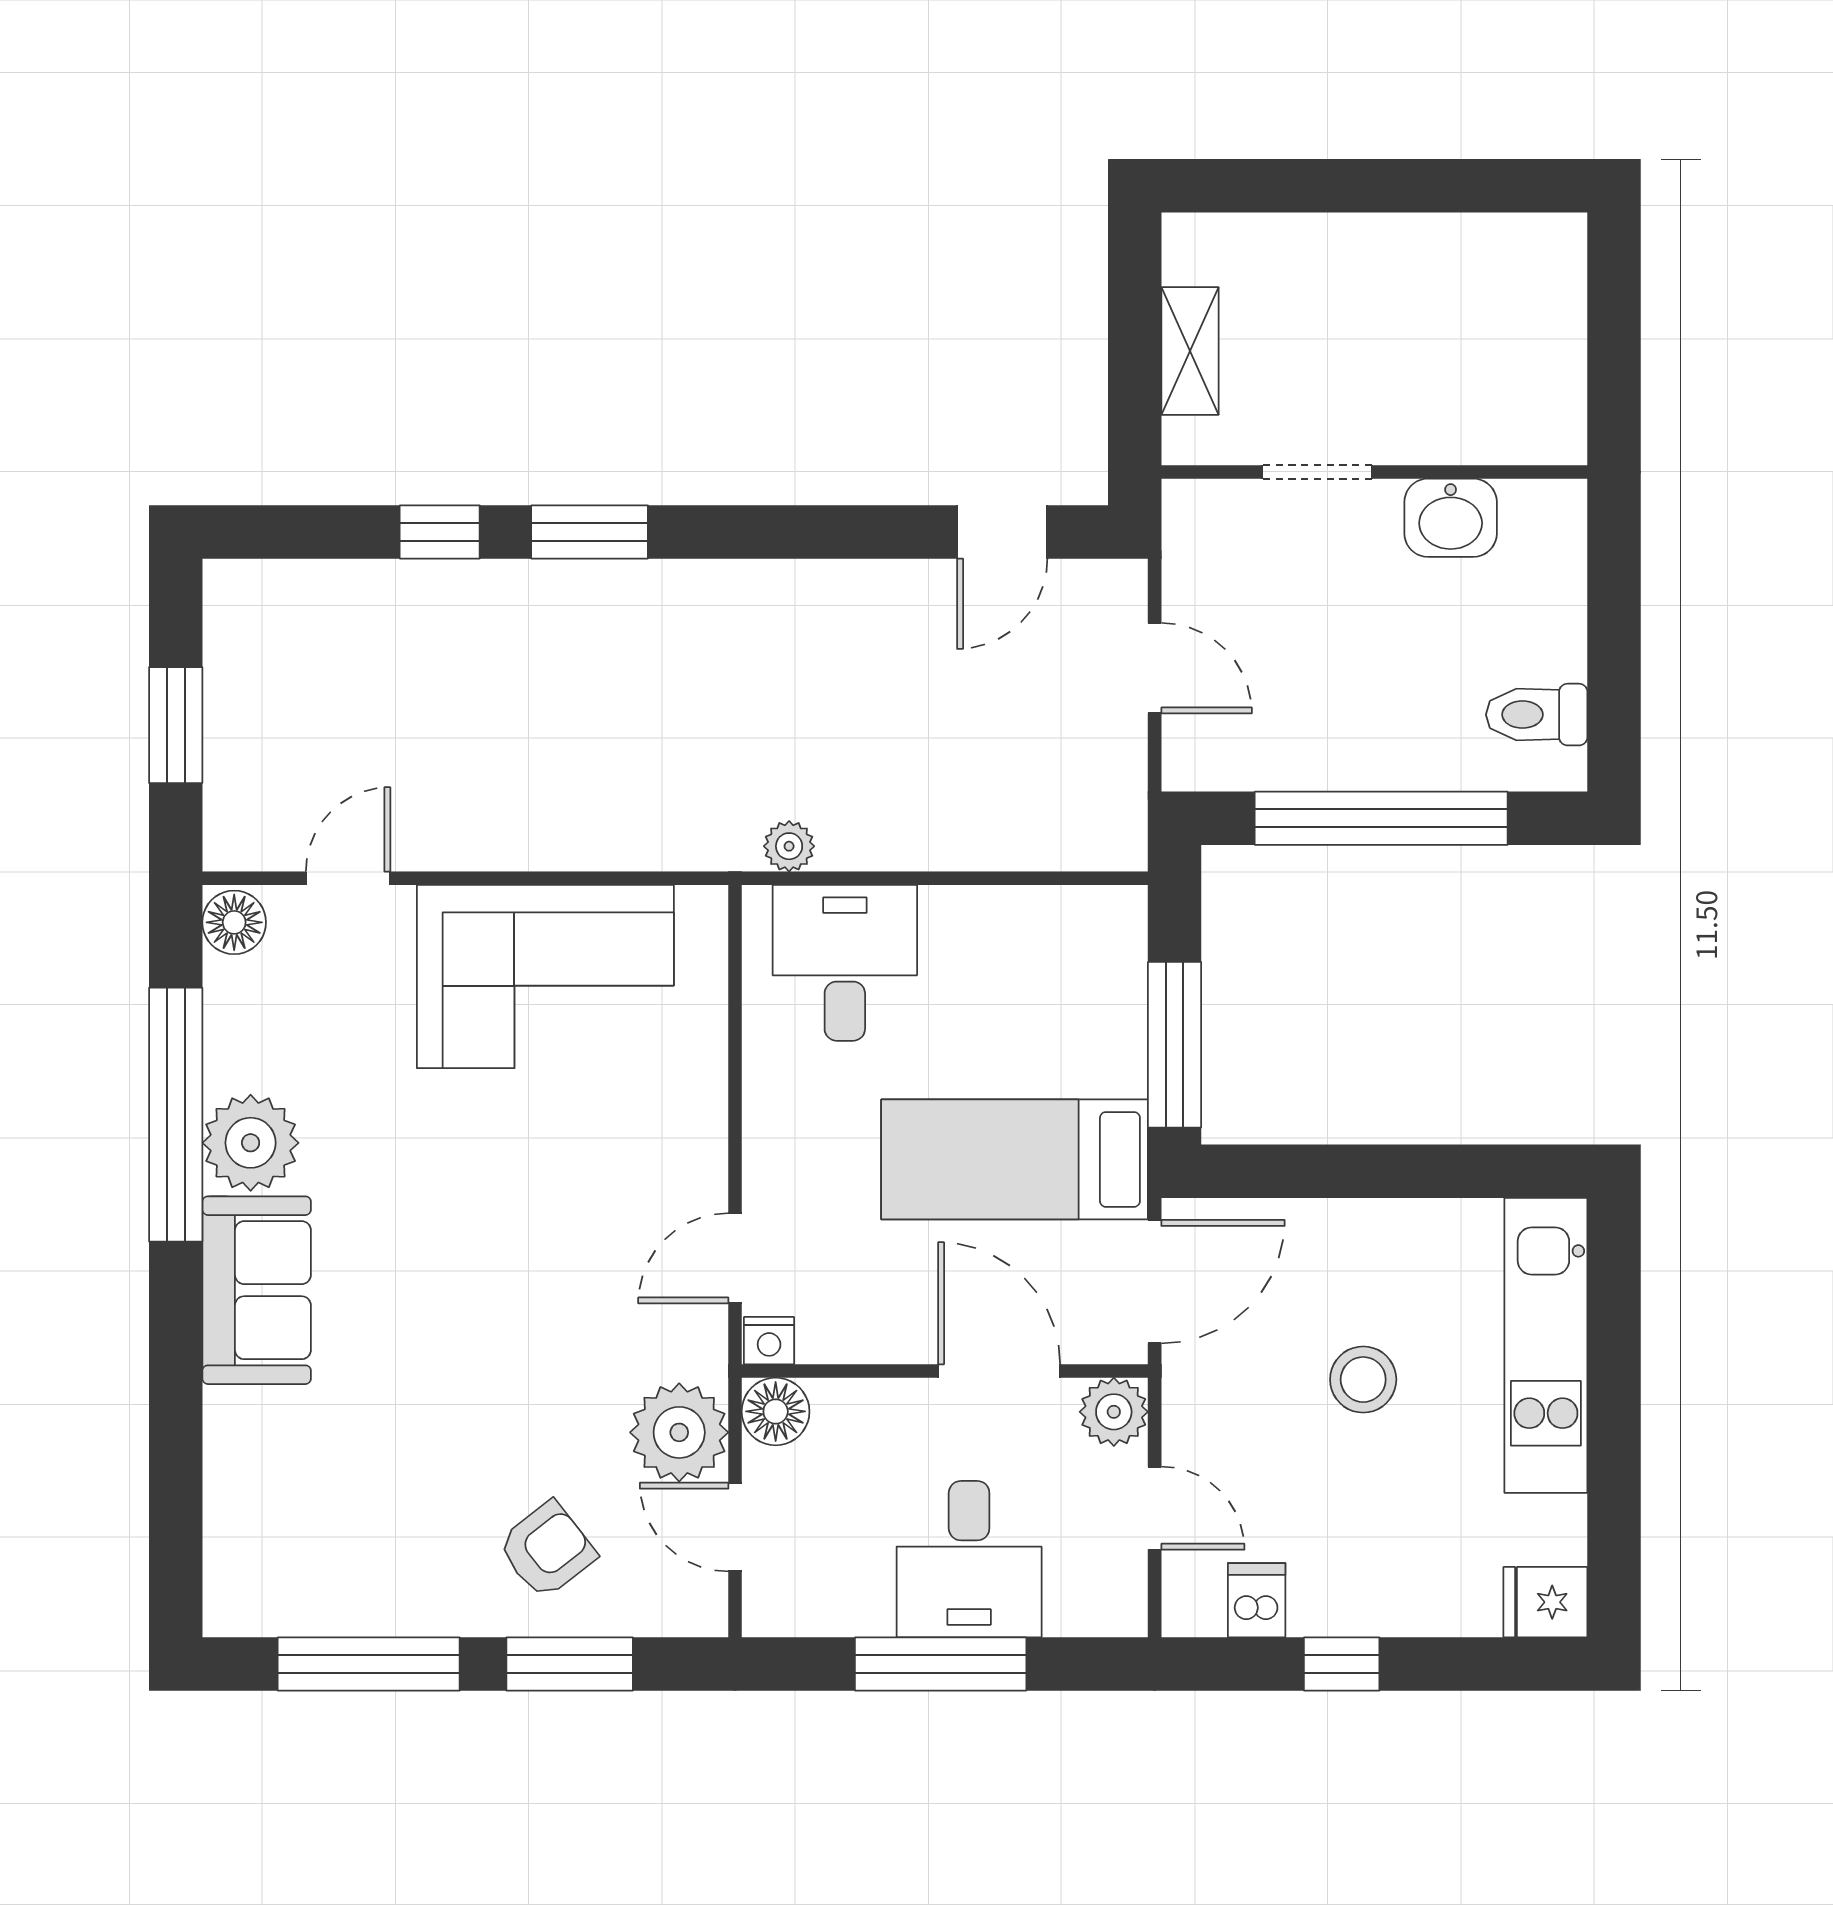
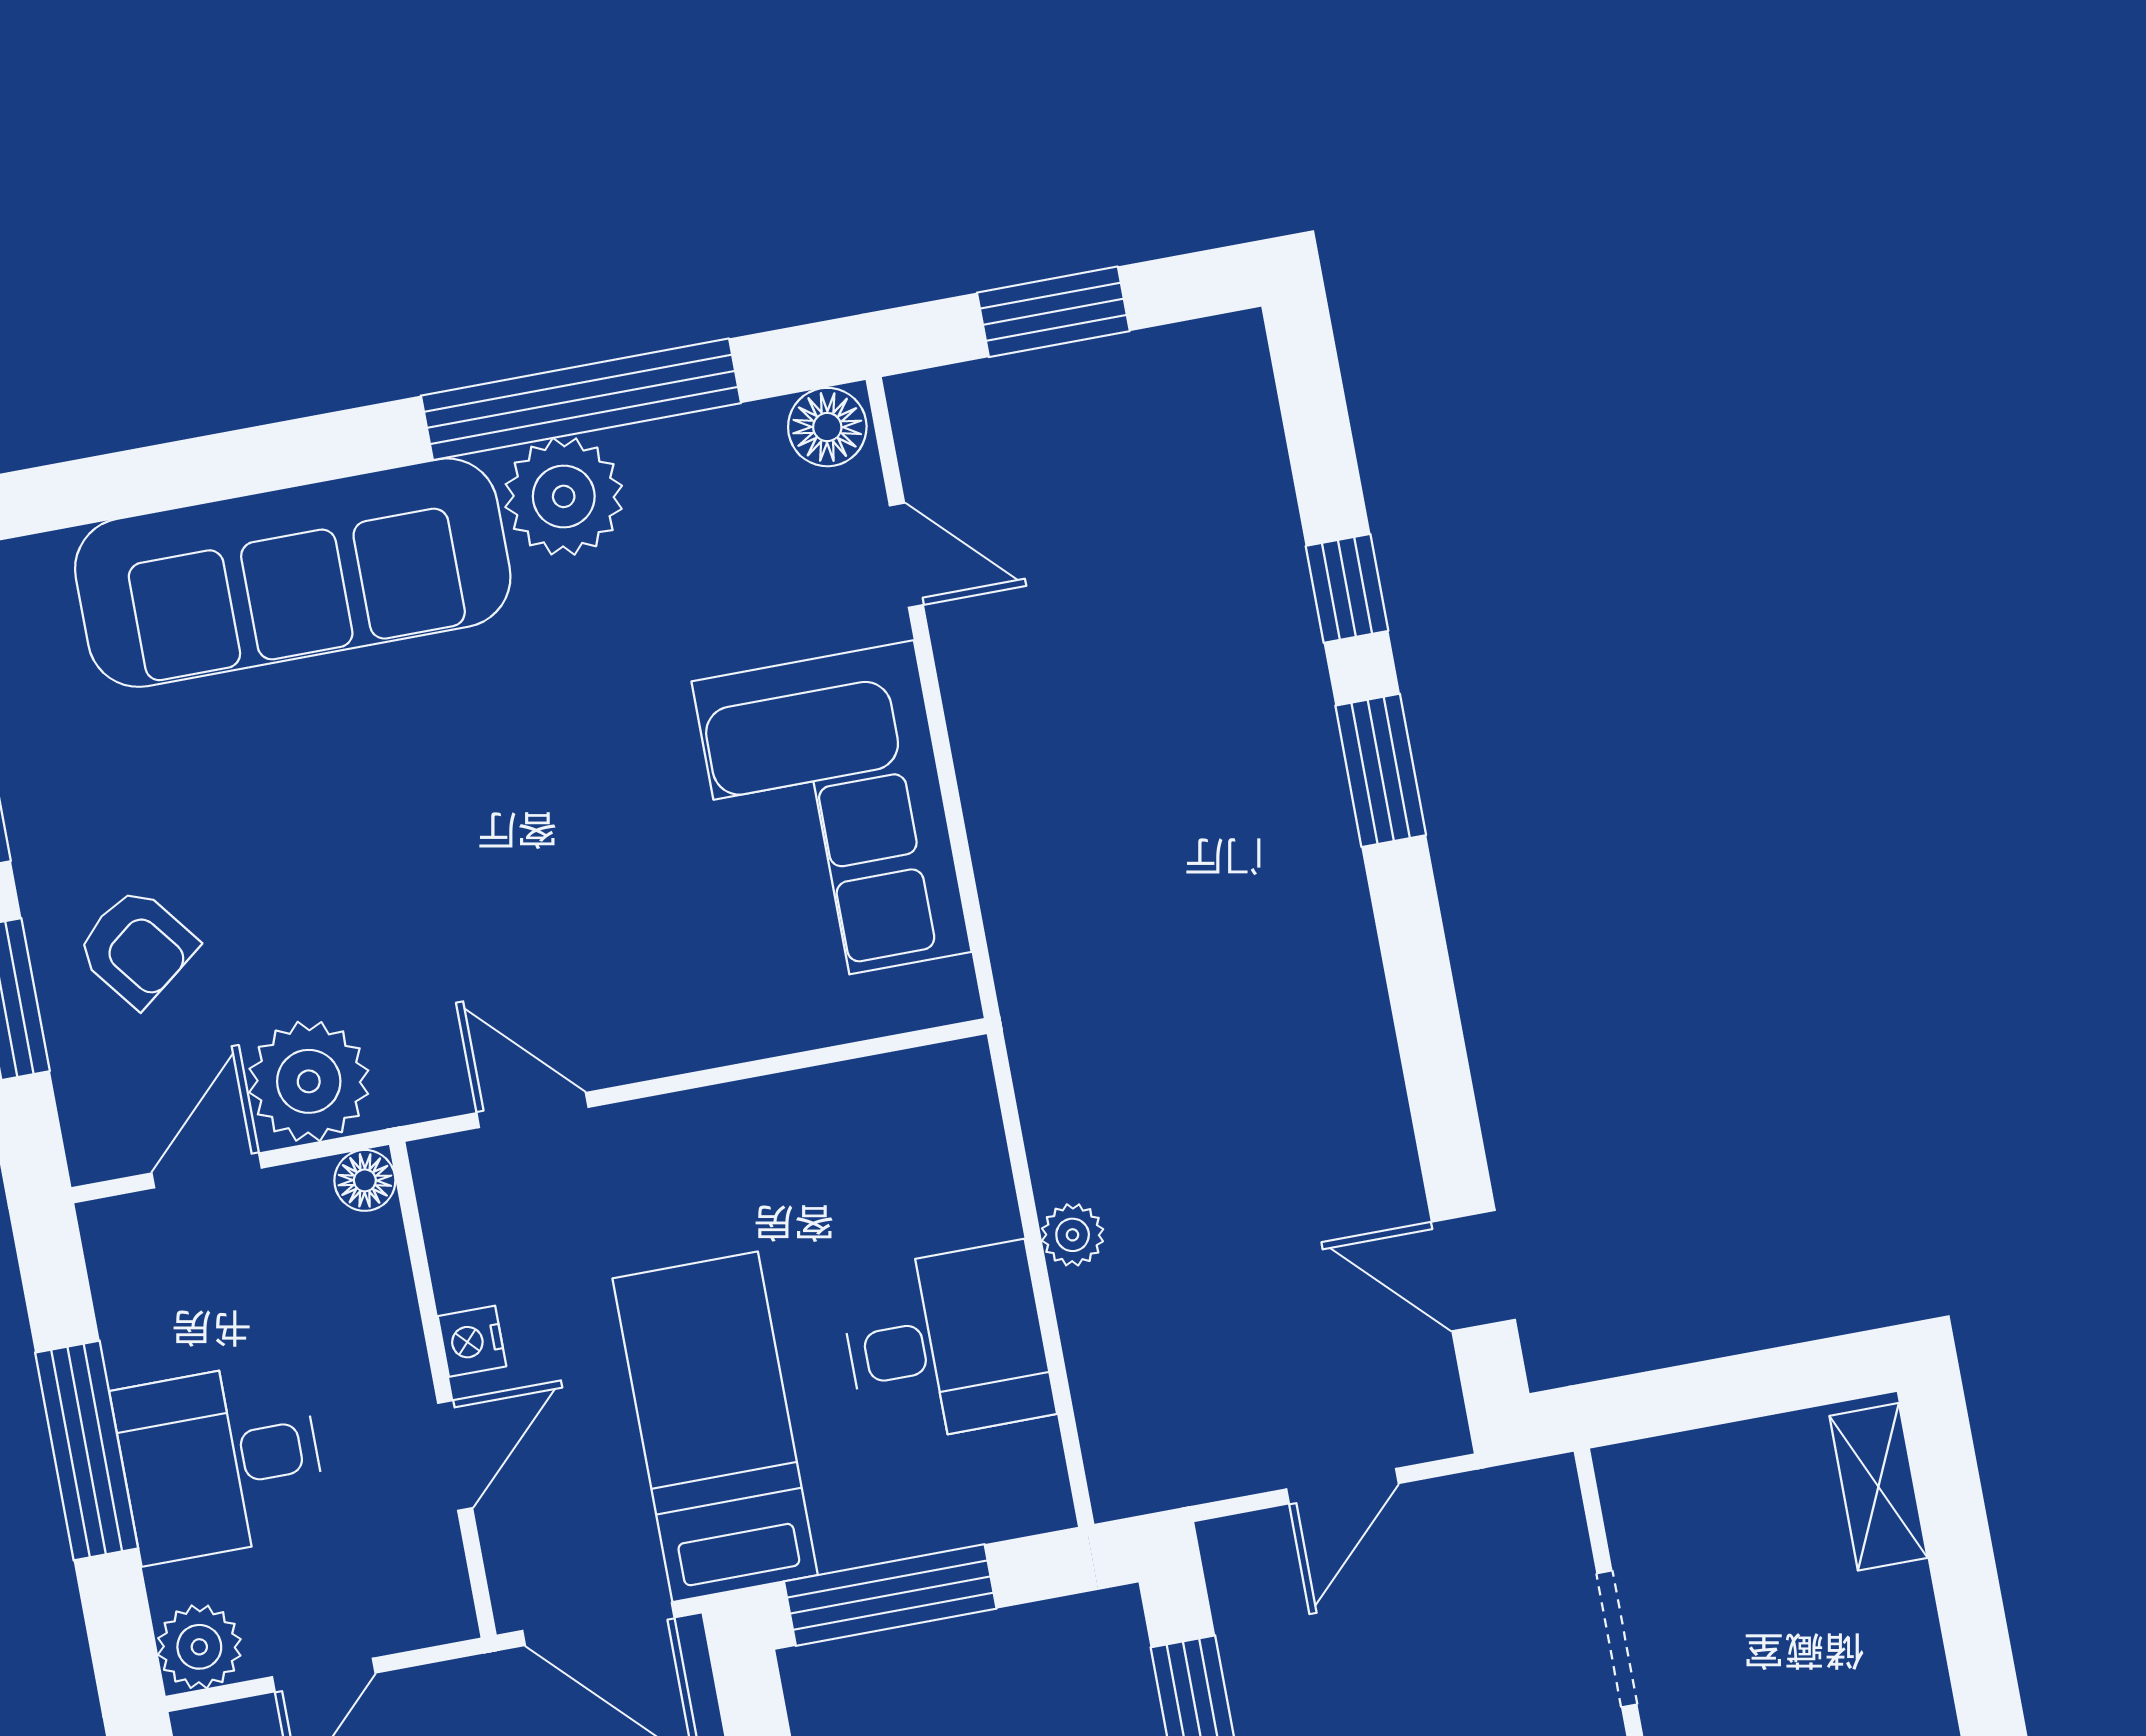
shelving: (1190, 351) -> (1878, 1487), moved, turned 90
plant: (789, 846) -> (1073, 1235), moved
desk: (845, 963) -> (946, 1344), moved
sofa: (257, 1290) -> (293, 573), width x1.85, depth x1.27
nightstand: (769, 1341) -> (472, 1341), moved
door: (999, 1371) -> (455, 1456), width x0.73
floor lamp: (776, 1411) -> (365, 1180), width x0.73, depth x0.73
plant: (1114, 1412) -> (199, 1647), moved

